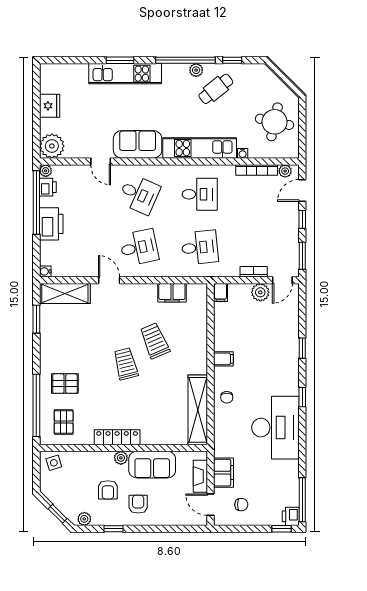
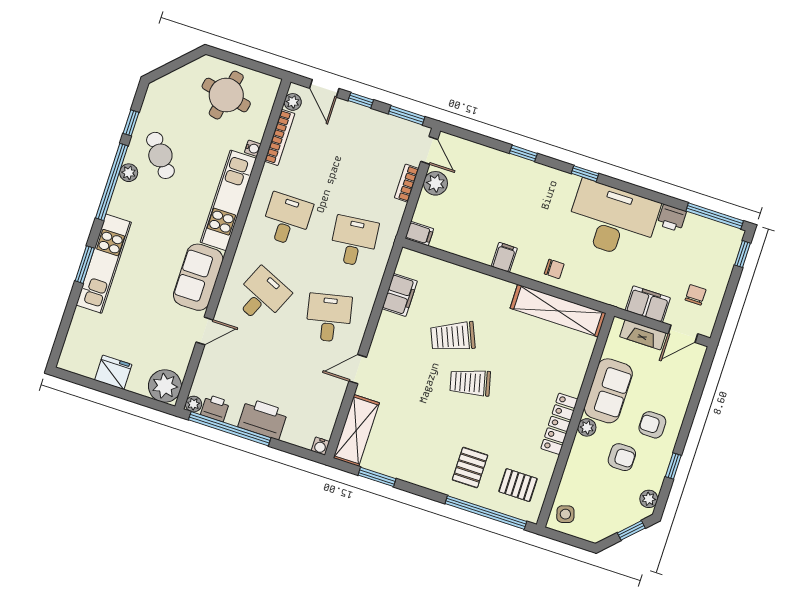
printer: (291, 516) -> (672, 218), moved

